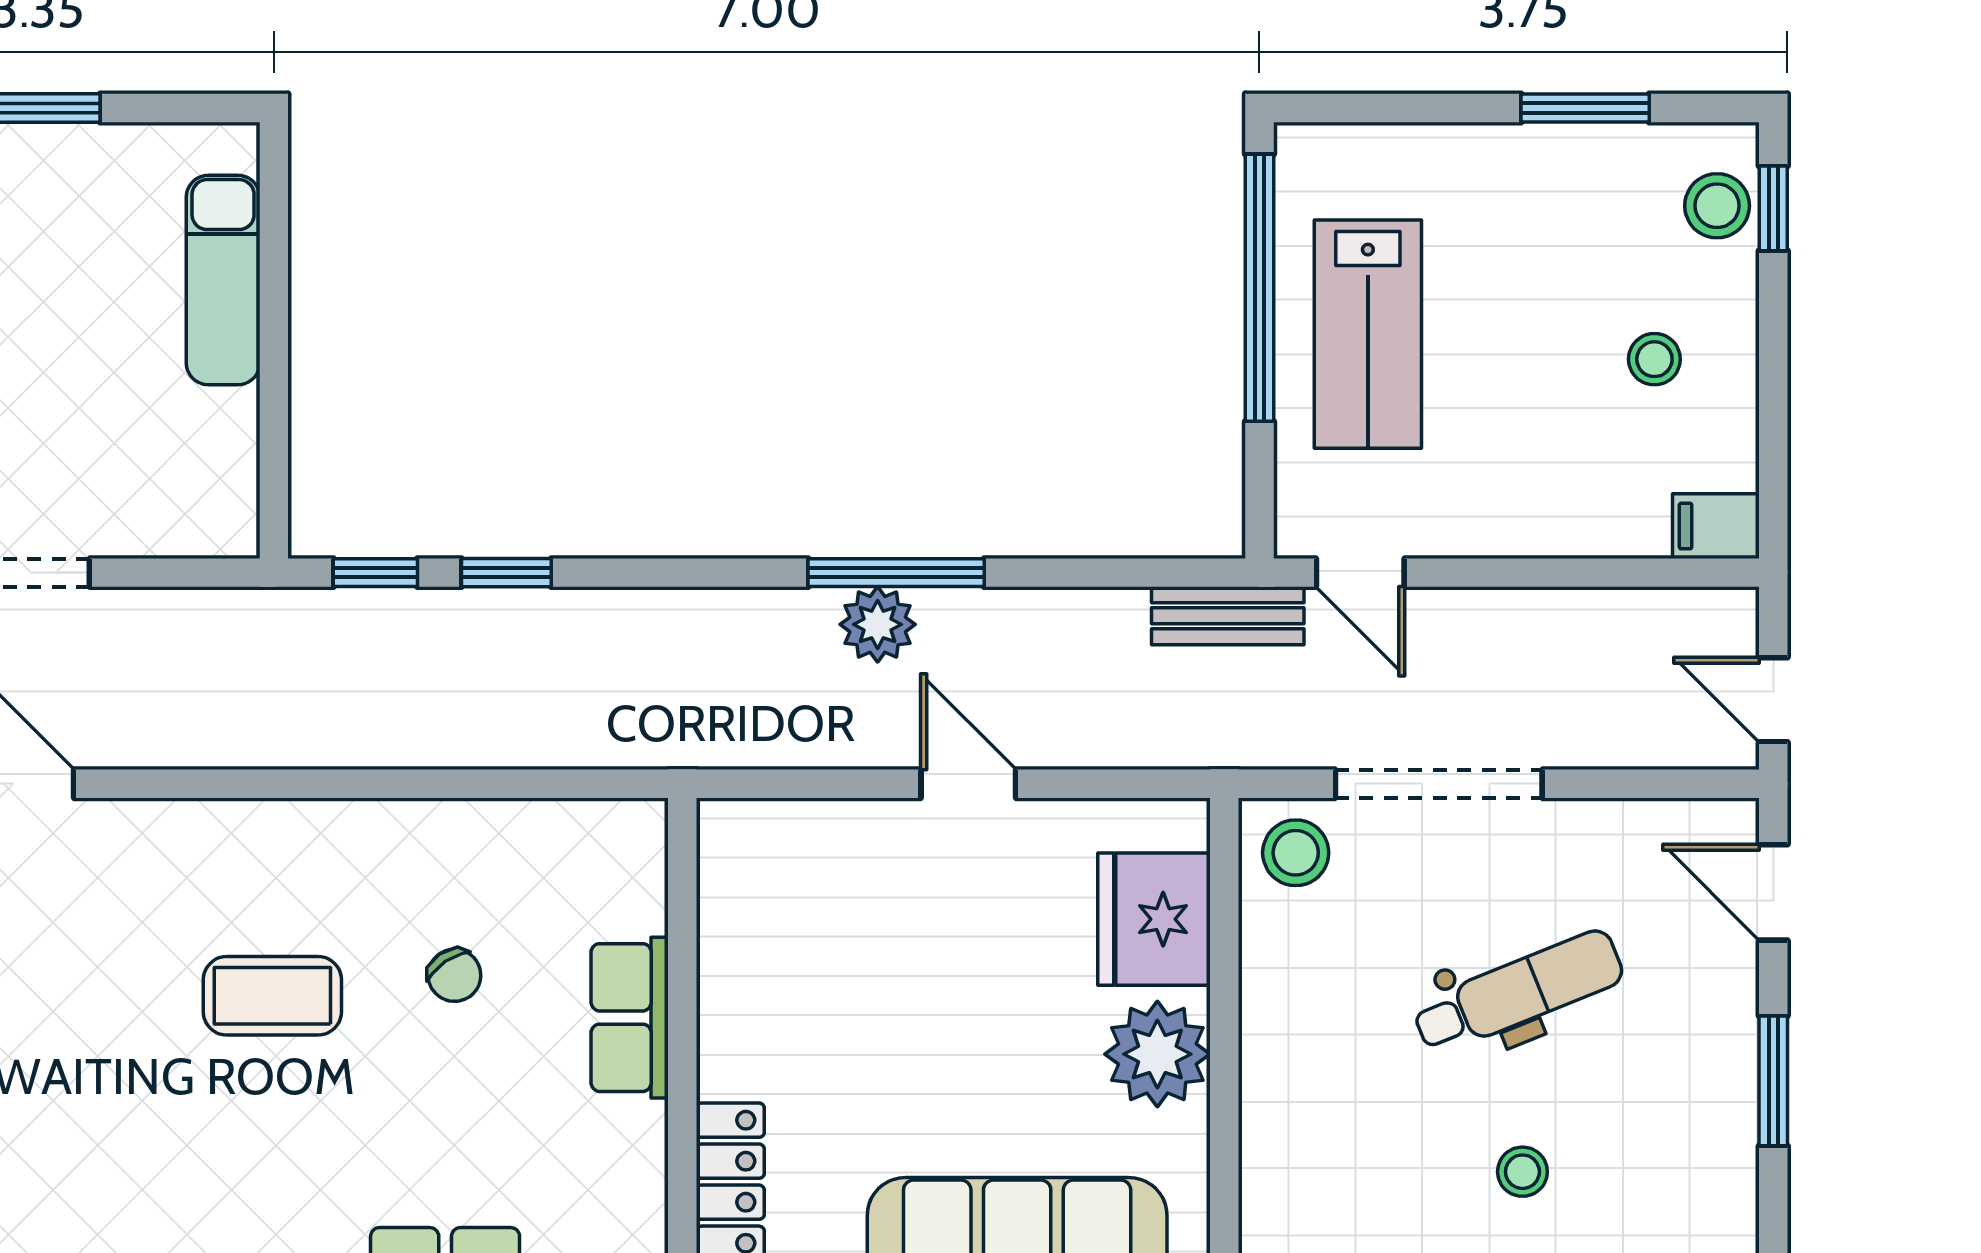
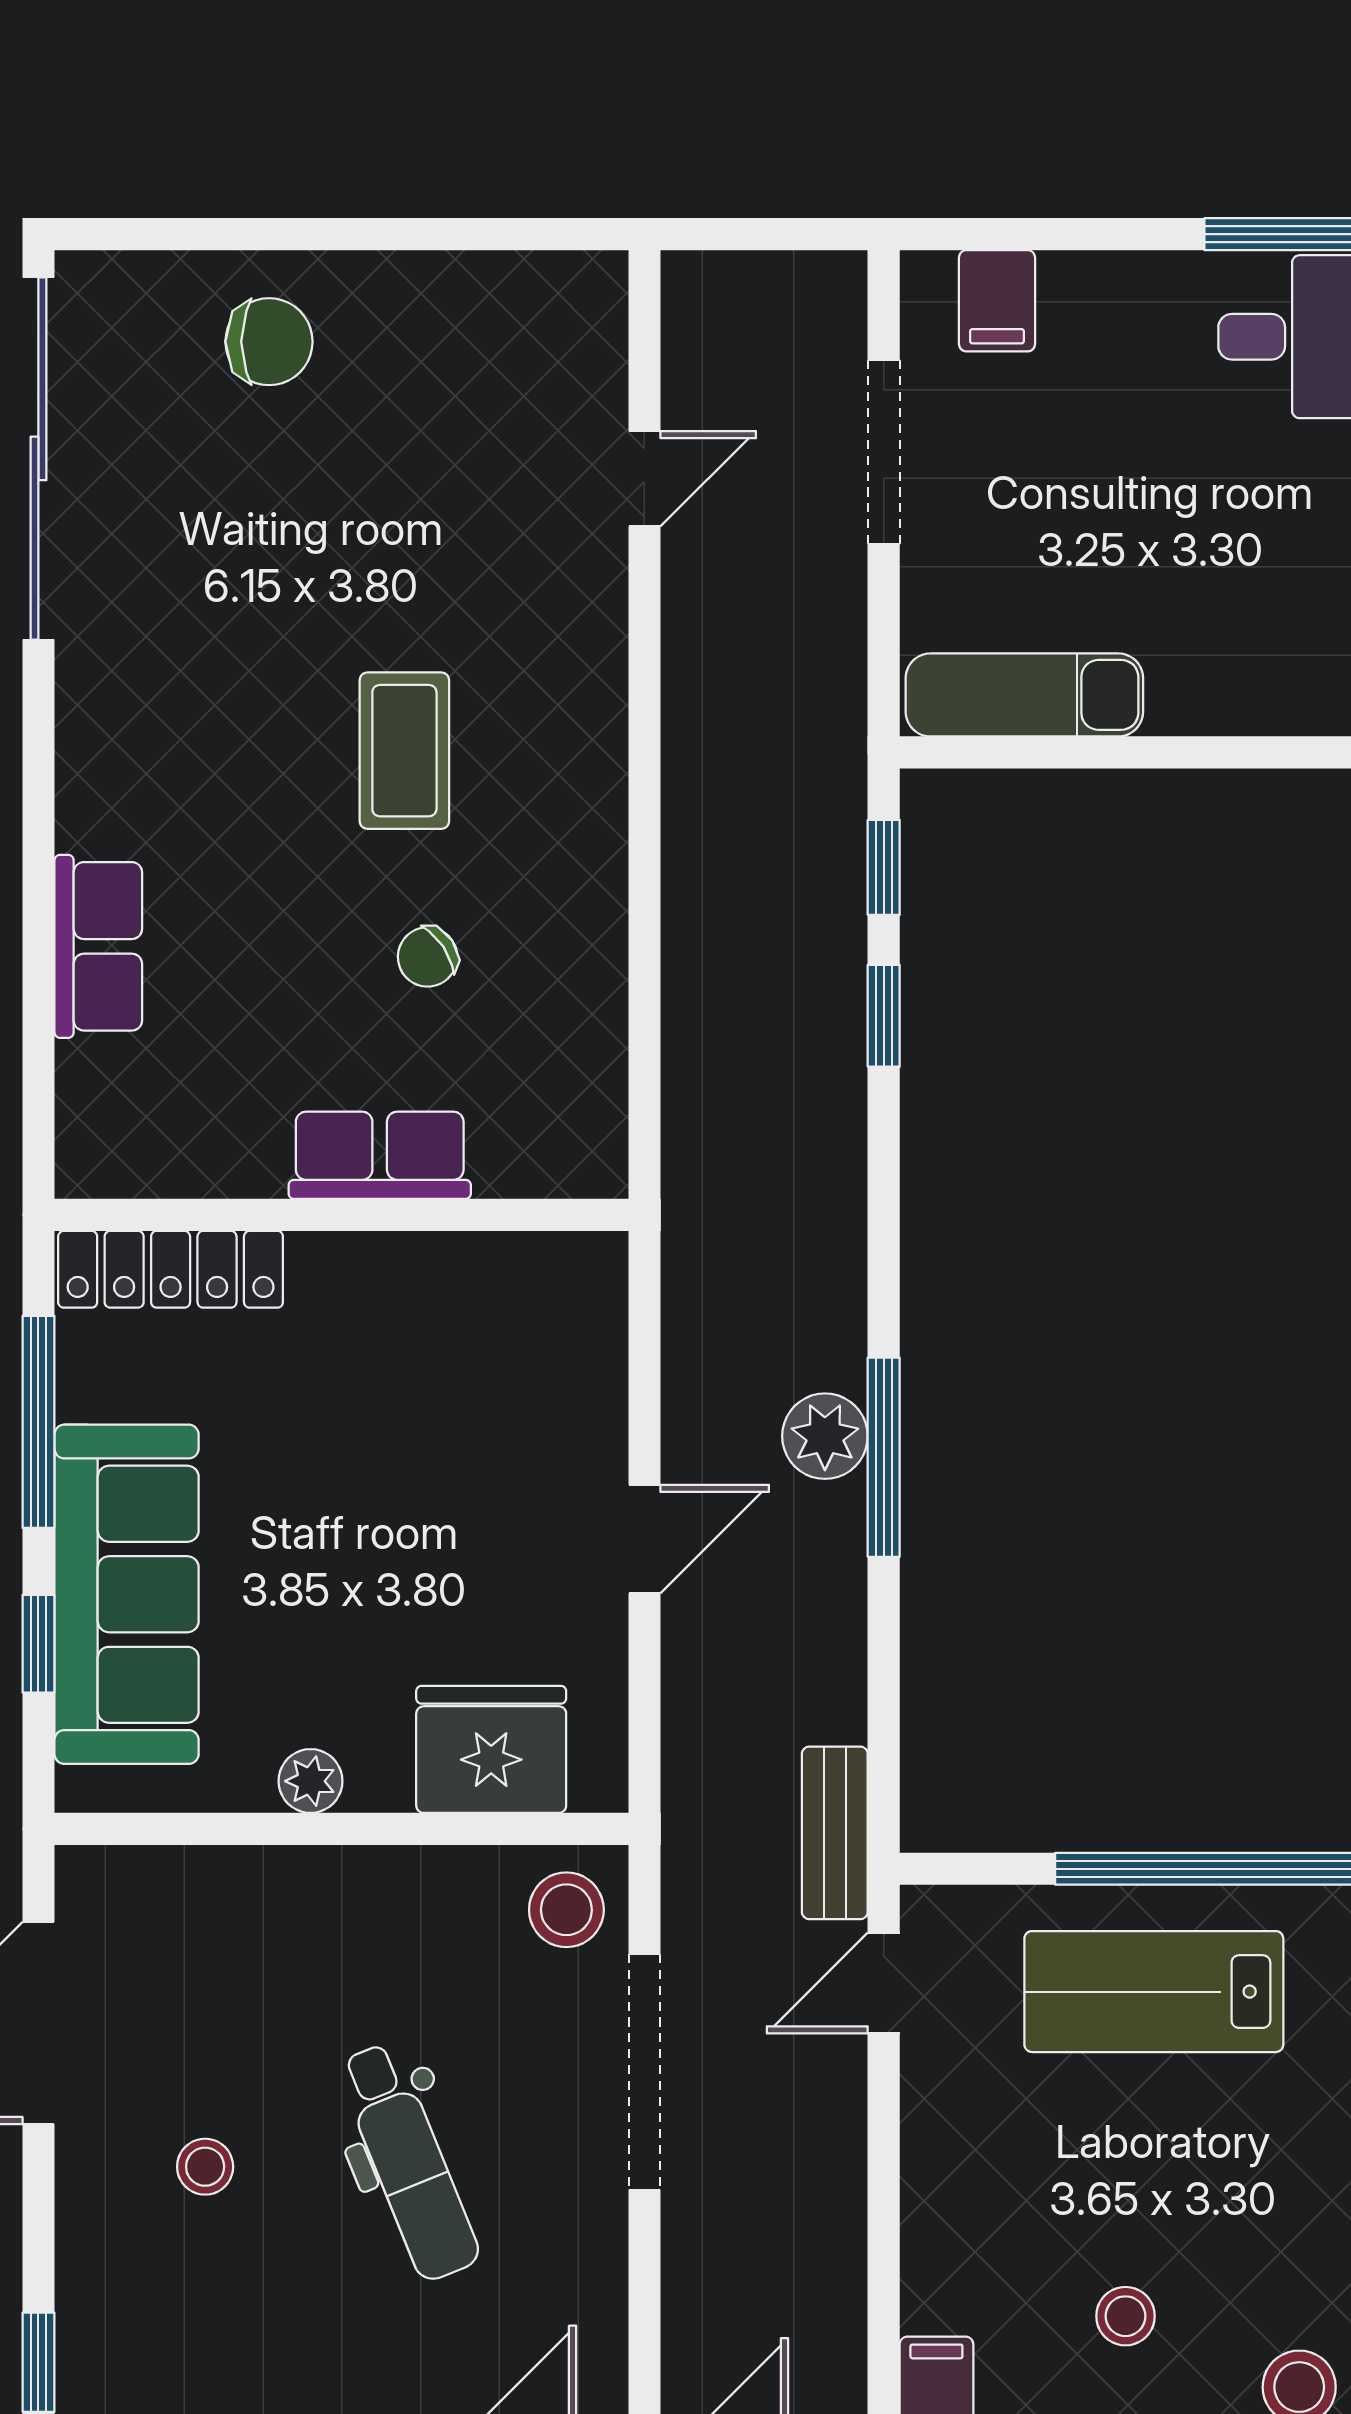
exam couch: (223, 280) -> (1024, 695), moved
plant: (1157, 1054) -> (311, 1781), width x0.53, depth x0.53

